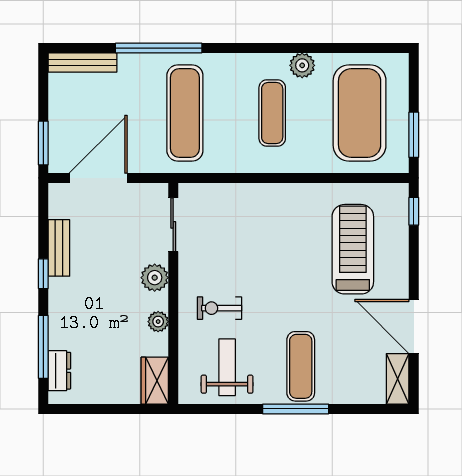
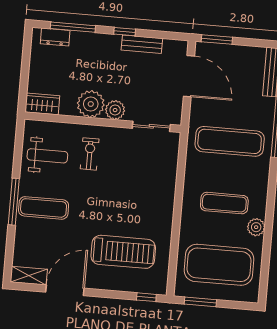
plant: (158, 322) -> (91, 104), width x1.87, depth x1.87

